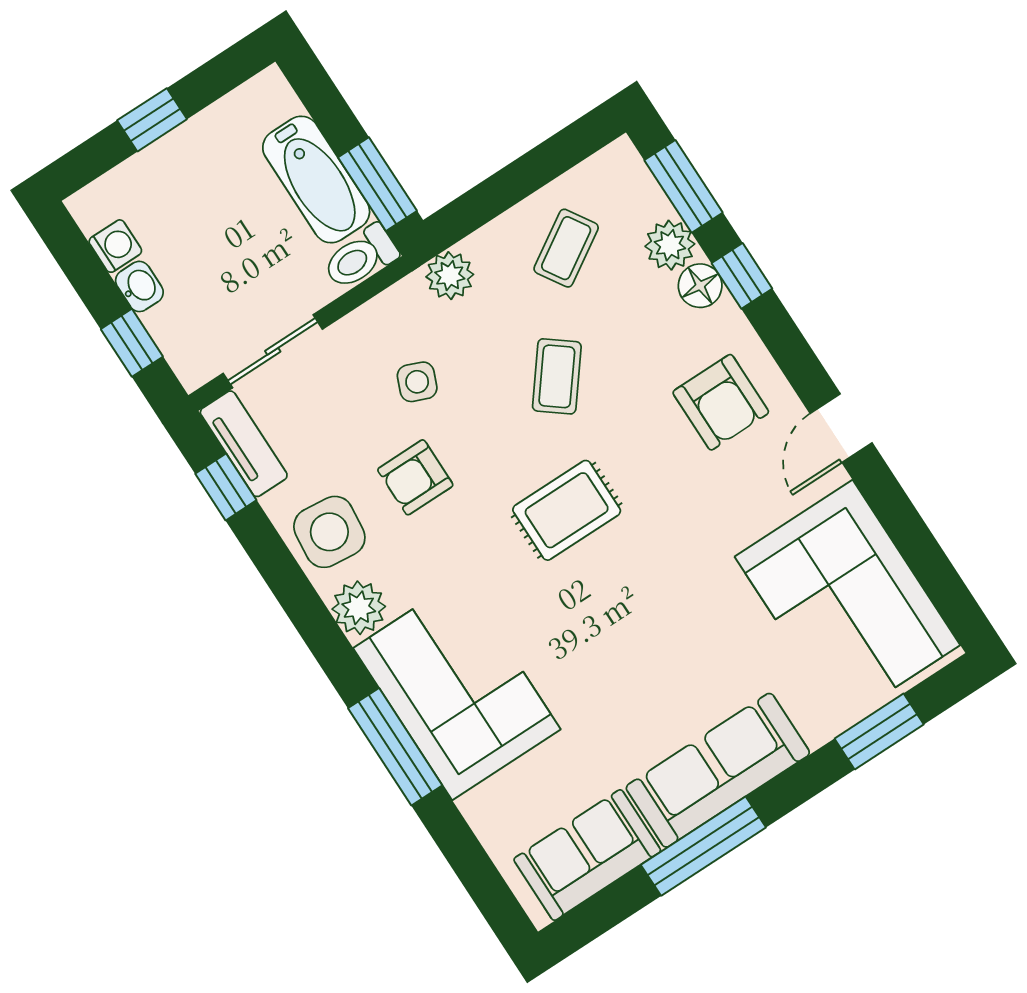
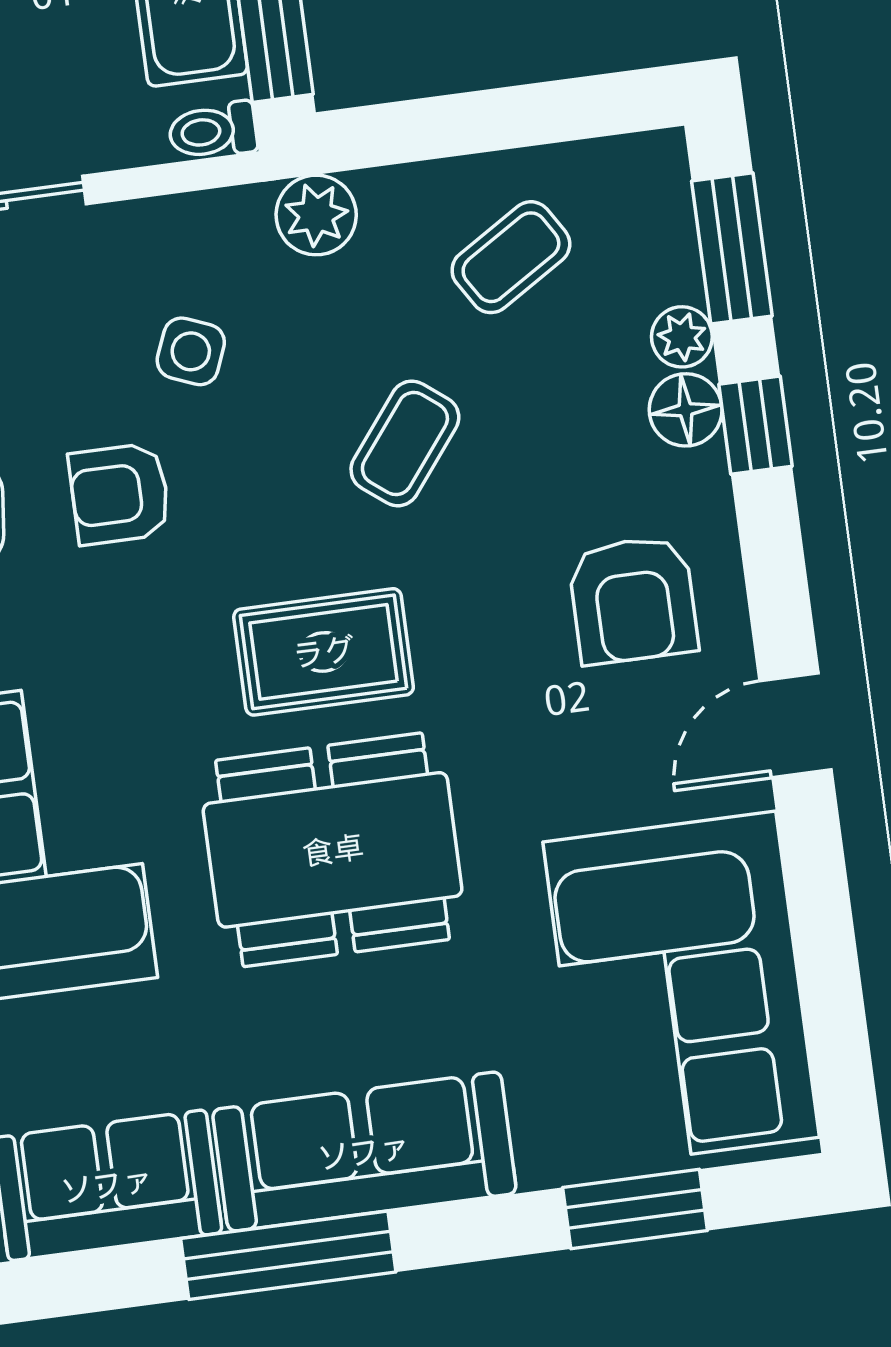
plant: (670, 245) -> (682, 337), width x0.73, depth x0.73
toilet: (361, 257) -> (213, 131), width x0.73, depth x0.72
dining table: (623, 615) -> (333, 850), added

